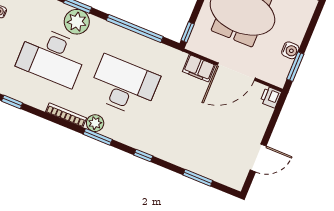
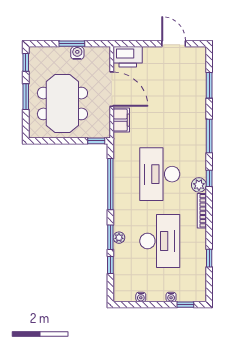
plant: (77, 22) -> (119, 238), width x0.53, depth x0.53
window: (295, 67) -> (72, 44), moved
printer: (271, 97) -> (128, 57), width x1.87, depth x1.48
window: (98, 137) -> (209, 178), width x0.67
window: (143, 156) -> (209, 136), width x2.17

